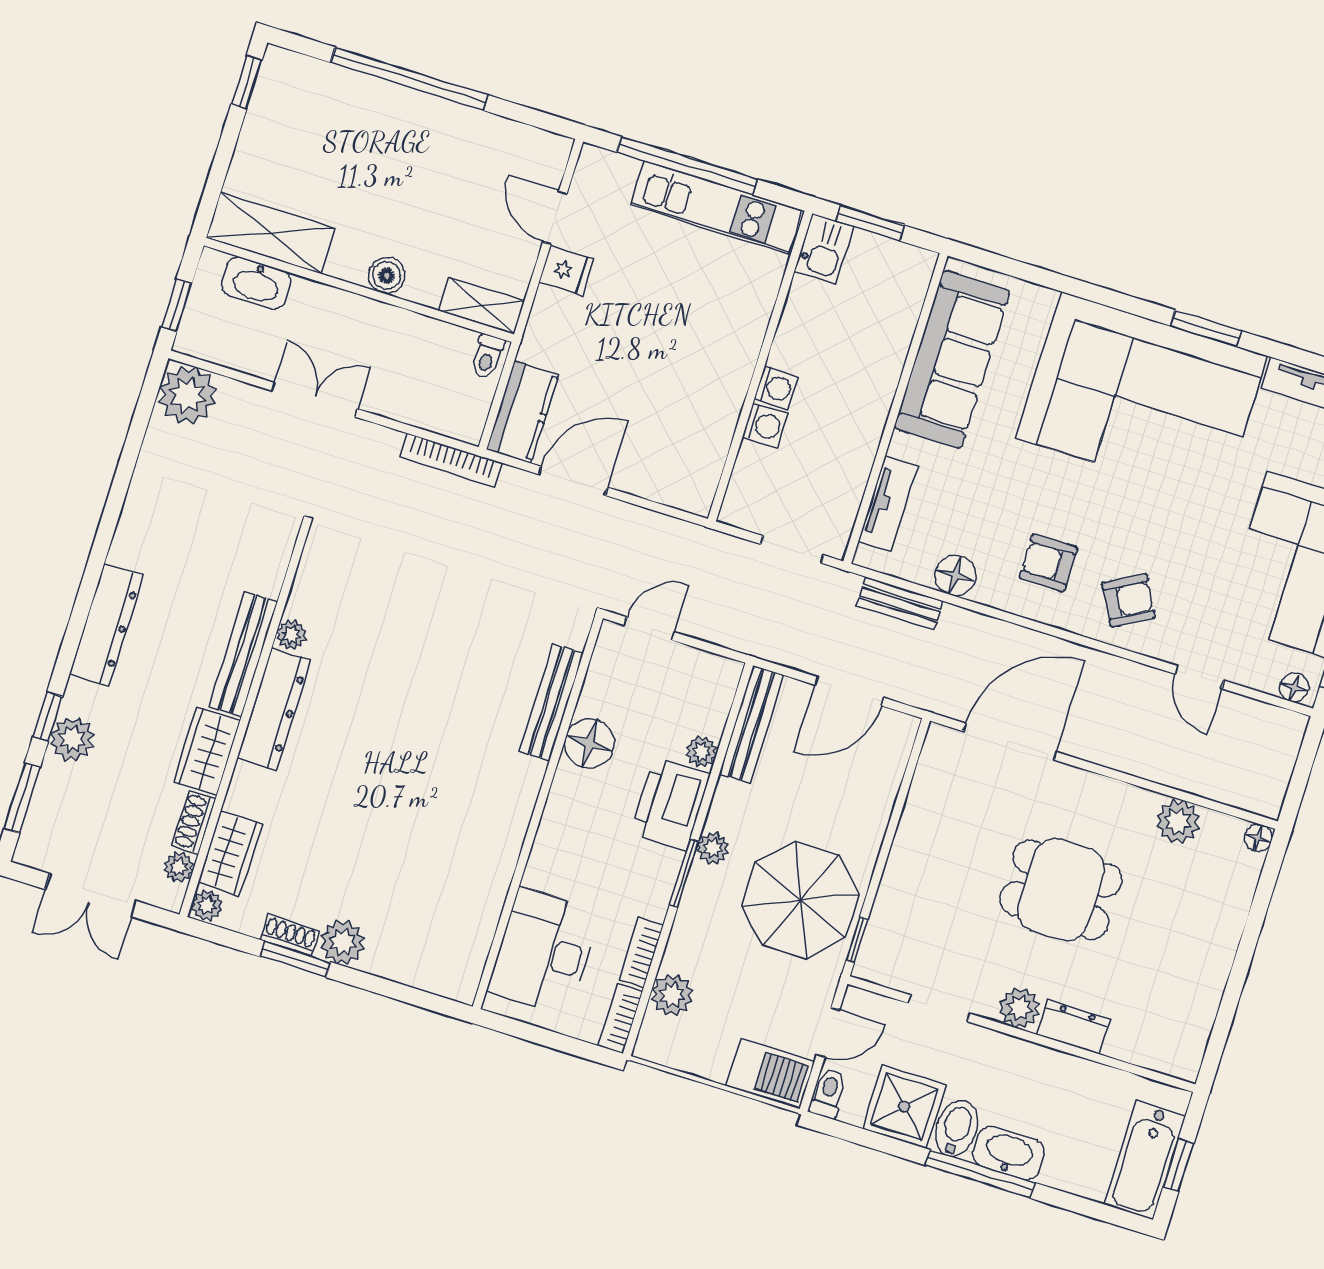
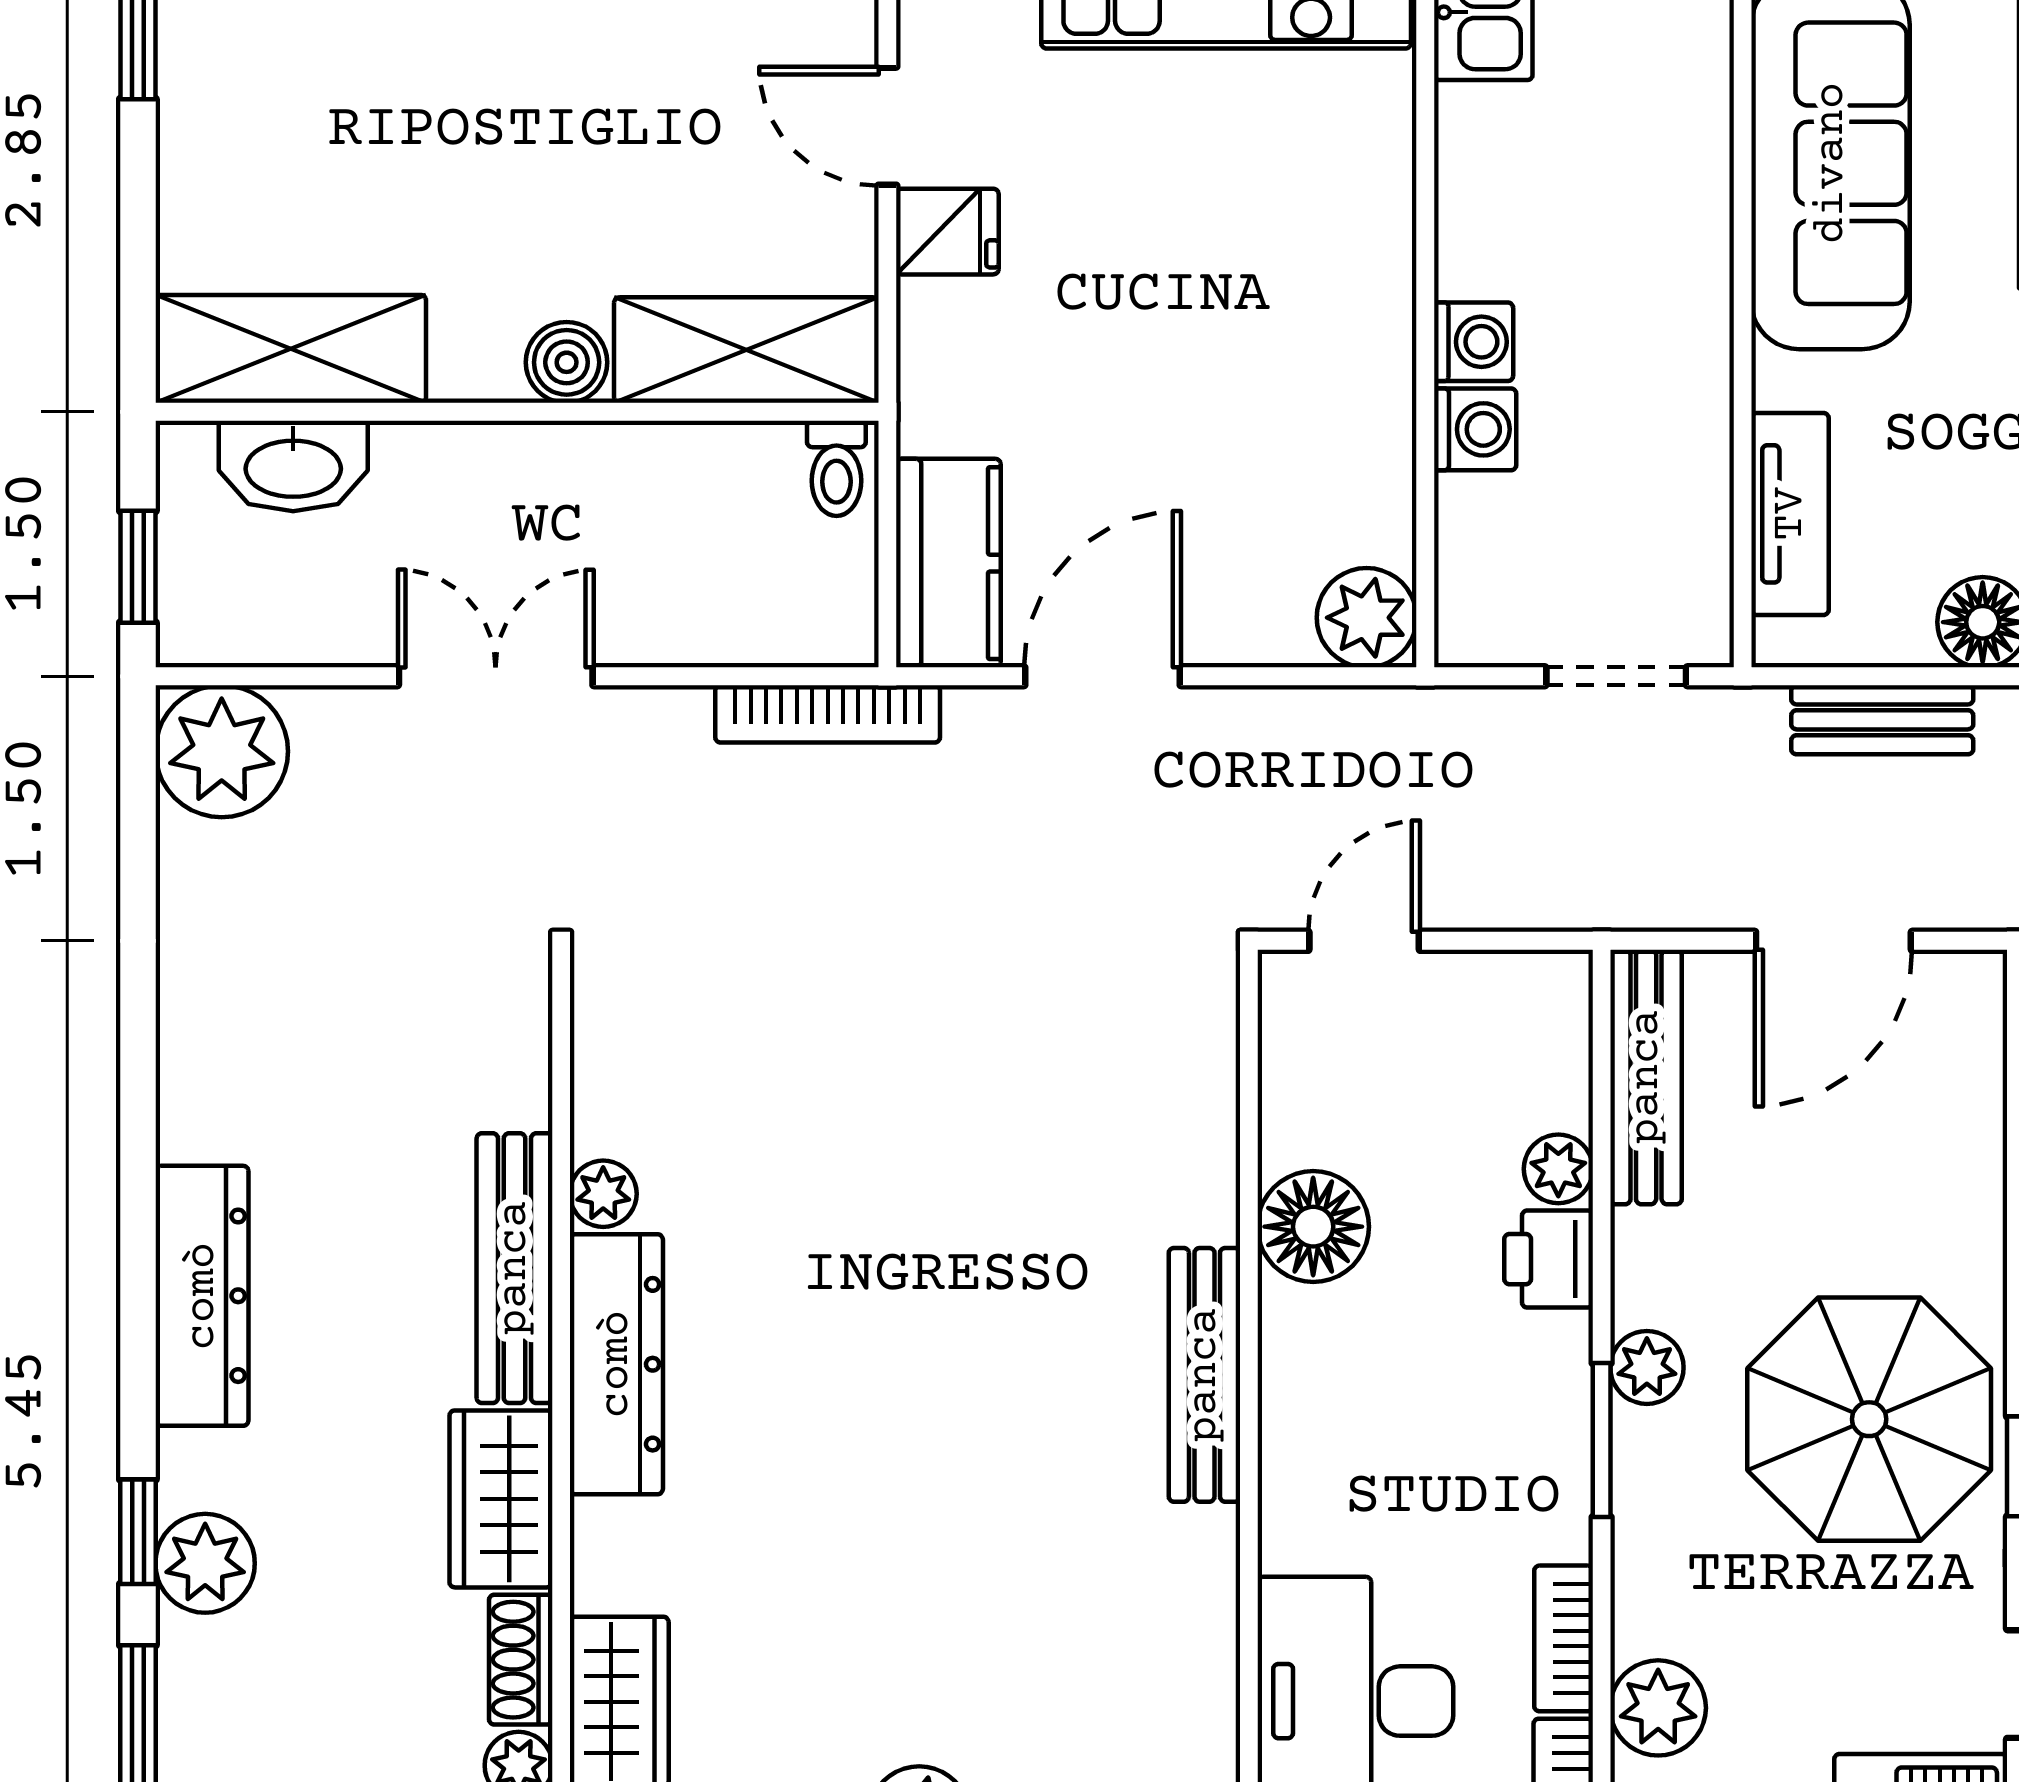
shelving: (482, 306) -> (746, 350), width x1.50, depth x1.33
plant: (694, 491) -> (1367, 618), added
bench: (551, 702) -> (1204, 1375), moved
printer: (671, 804) -> (1549, 1259), width x0.53, depth x0.68

